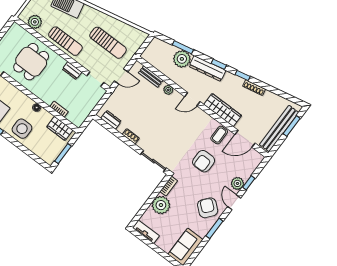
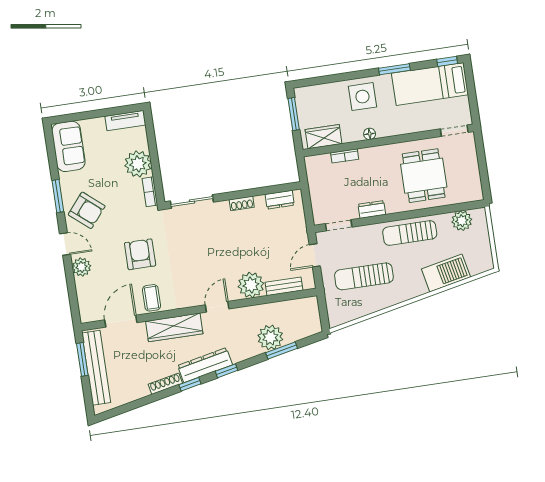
dresser: (207, 68) -> (205, 365), moved
plant: (168, 90) -> (251, 285), width x1.87, depth x1.87
window: (292, 126) -> (82, 359), moved
window: (249, 183) -> (70, 280), removed

